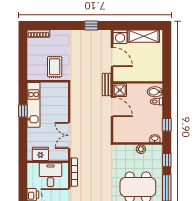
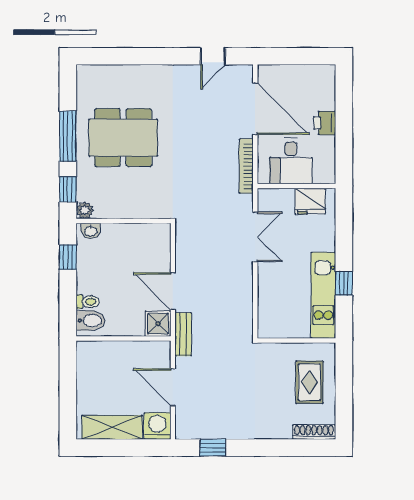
rug: (55, 67) -> (310, 382), moved
plant: (141, 149) -> (85, 210), moved

